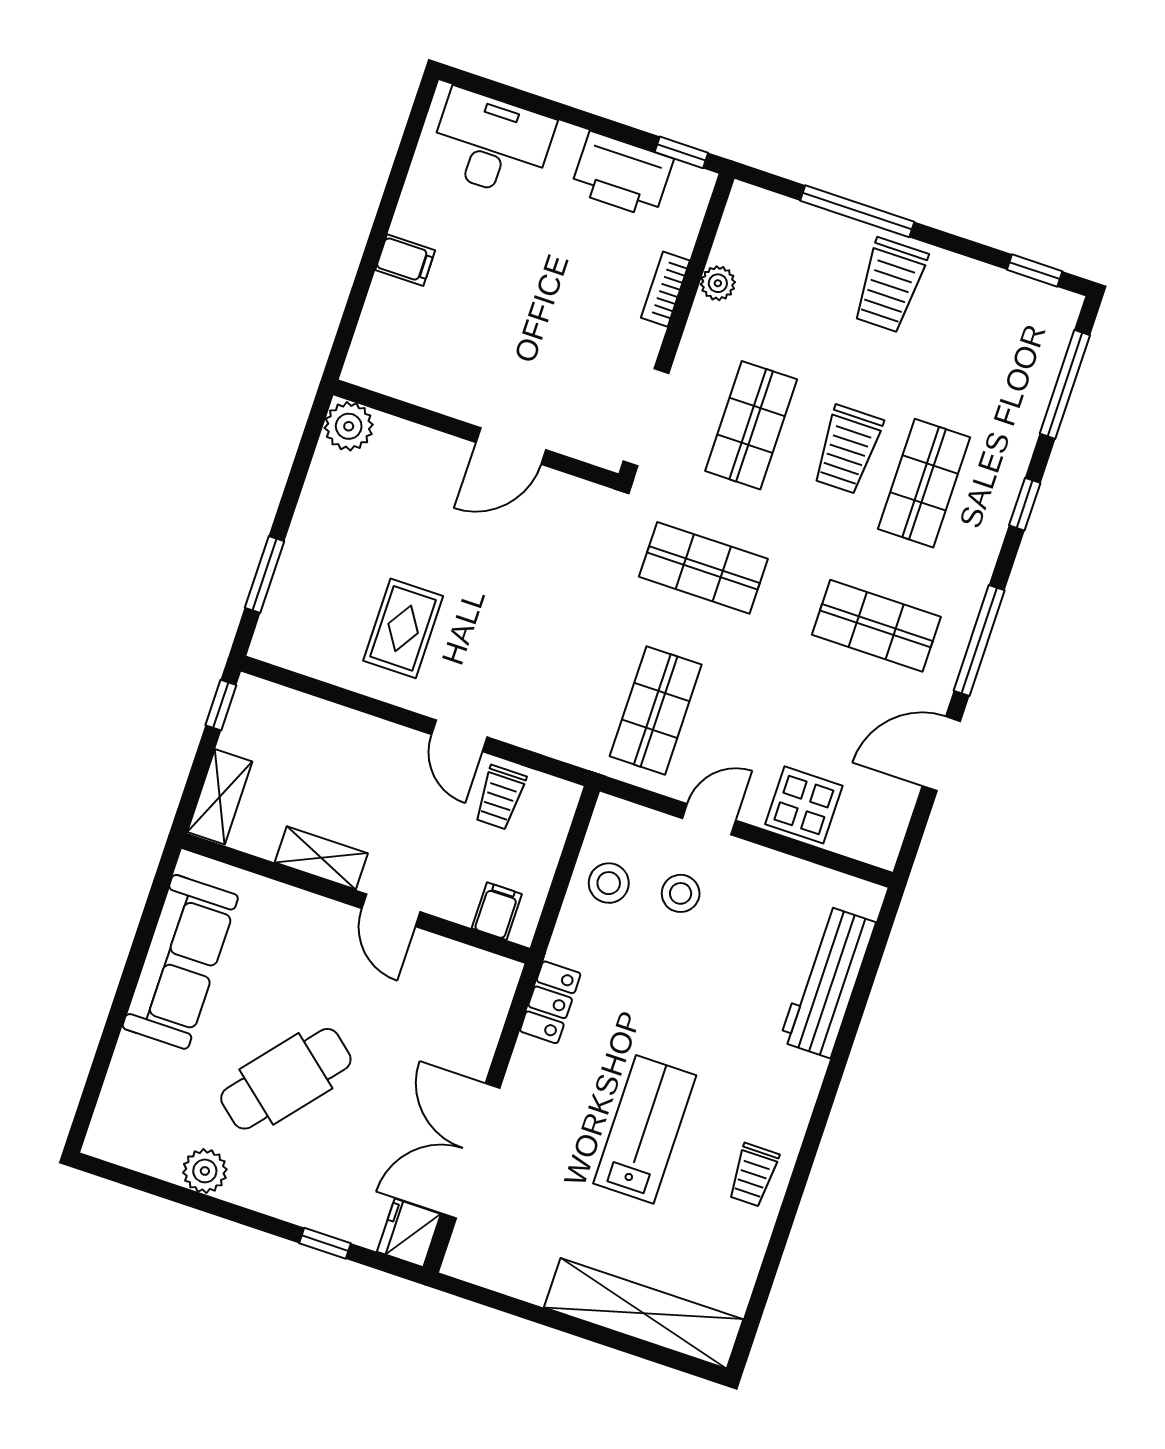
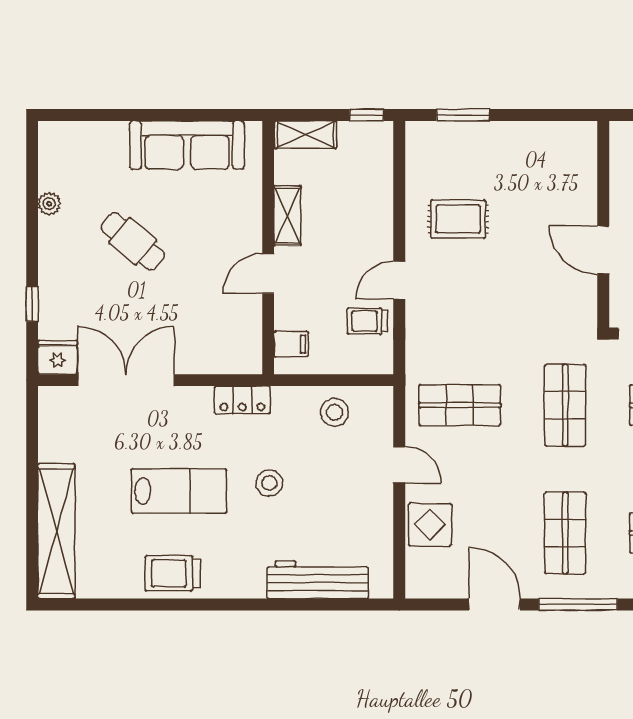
plant: (349, 426) -> (580, 138), removed
stool: (681, 893) -> (269, 483), moved
cafe table: (286, 1079) -> (133, 241), width x0.73, depth x0.74
plant: (205, 1171) -> (49, 204), width x0.73, depth x0.73
trolley: (753, 1175) -> (173, 573), width x1.36, depth x1.39

